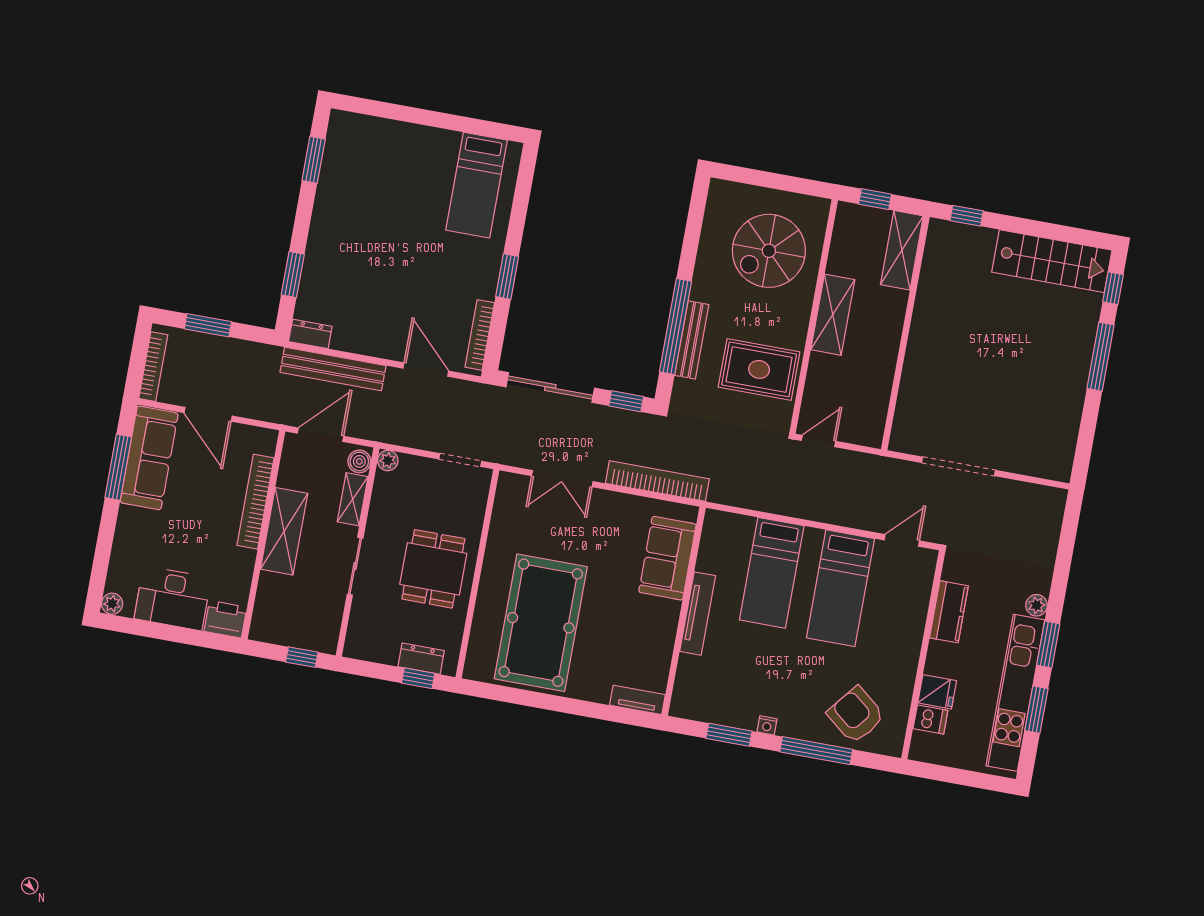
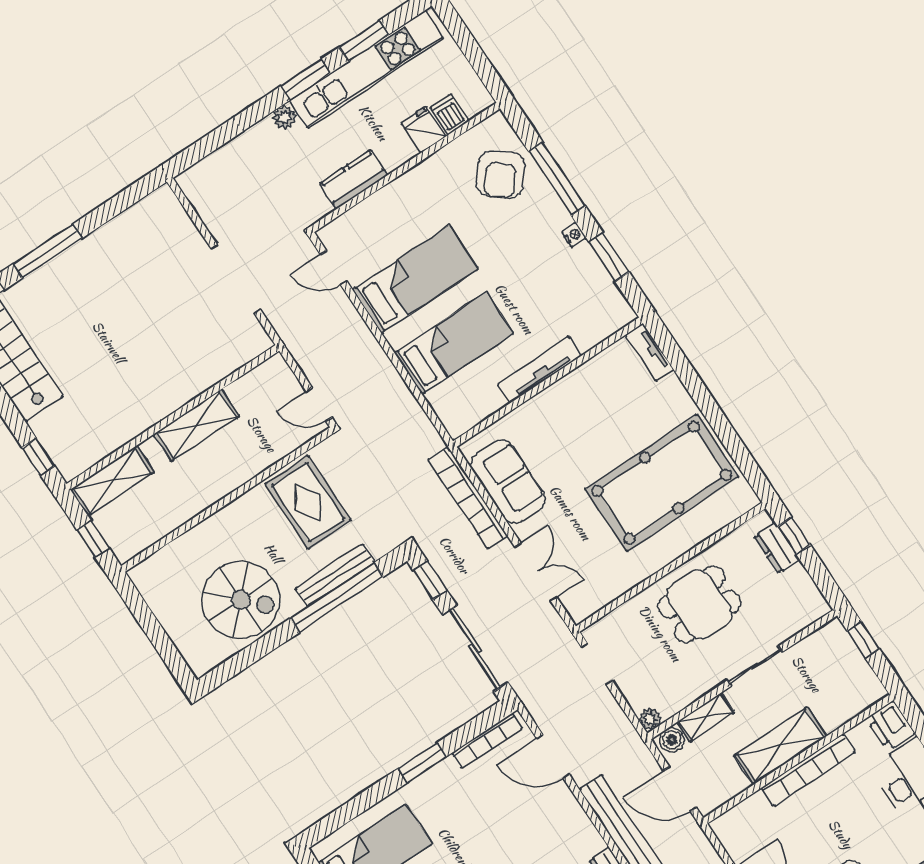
spiral stairs: (769, 251) -> (241, 600), moved
shelving: (833, 315) -> (196, 425), moved
door: (426, 370) -> (553, 756), hinge flipped
bookcase: (256, 502) -> (808, 770), moved
sofa: (667, 558) -> (508, 482), moved, turned -90

